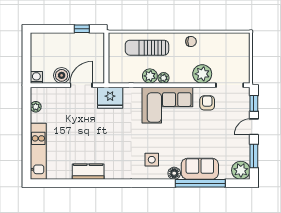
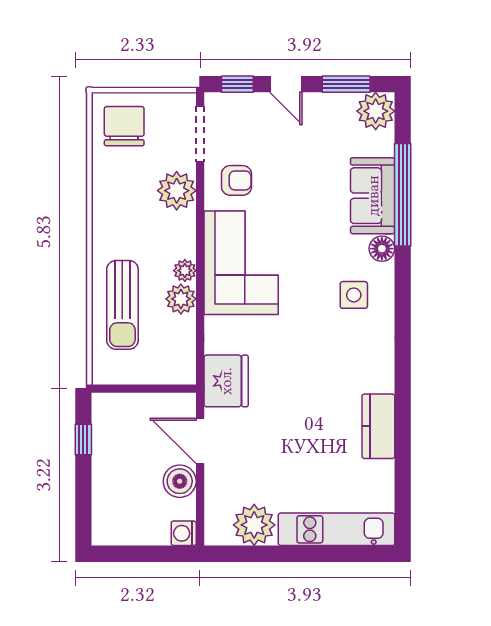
chair: (191, 41) -> (124, 126), moved, width x1.87, depth x1.87
armchair: (207, 103) -> (236, 180), turned 180
plant: (36, 107) -> (254, 525), width x1.88, depth x1.88

